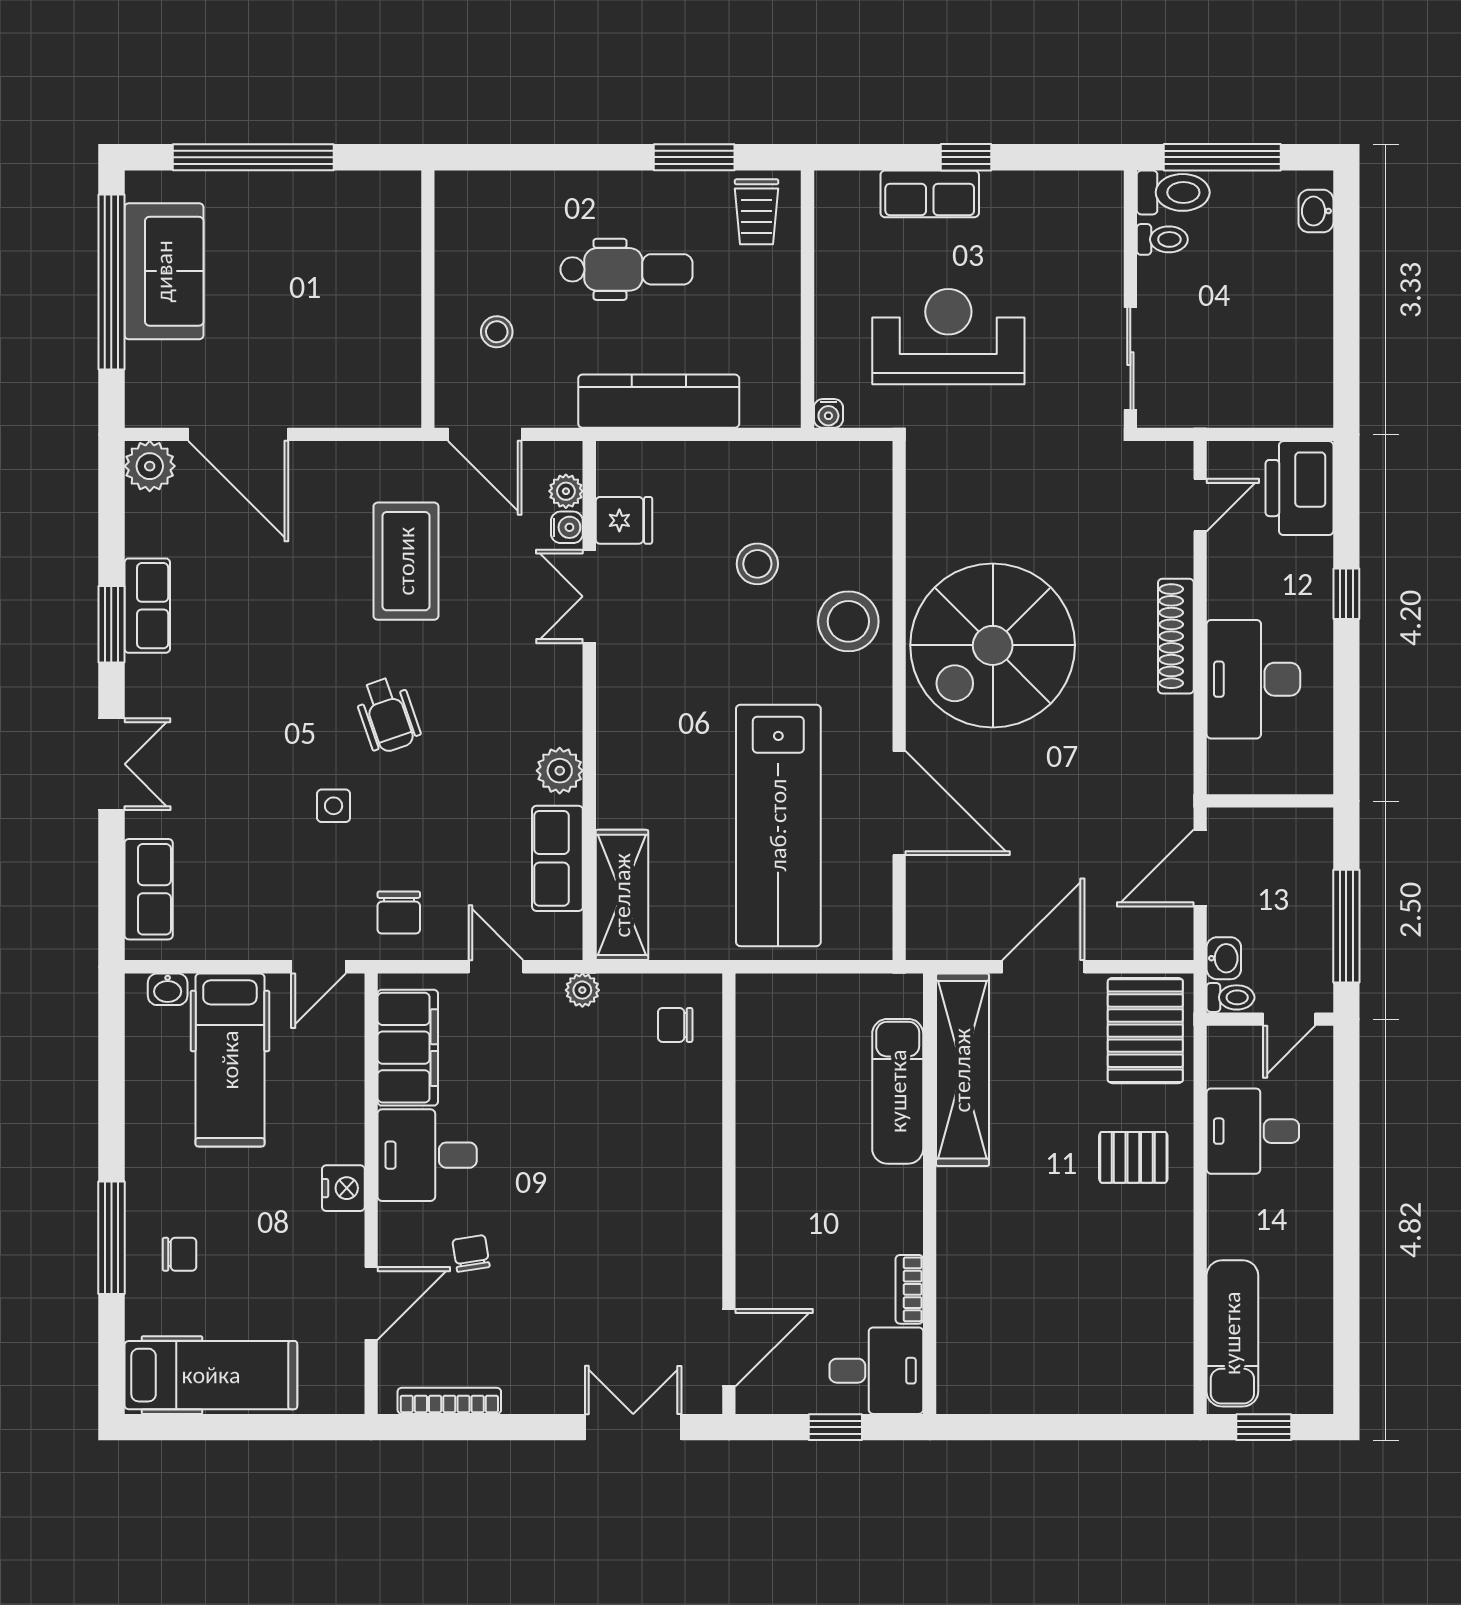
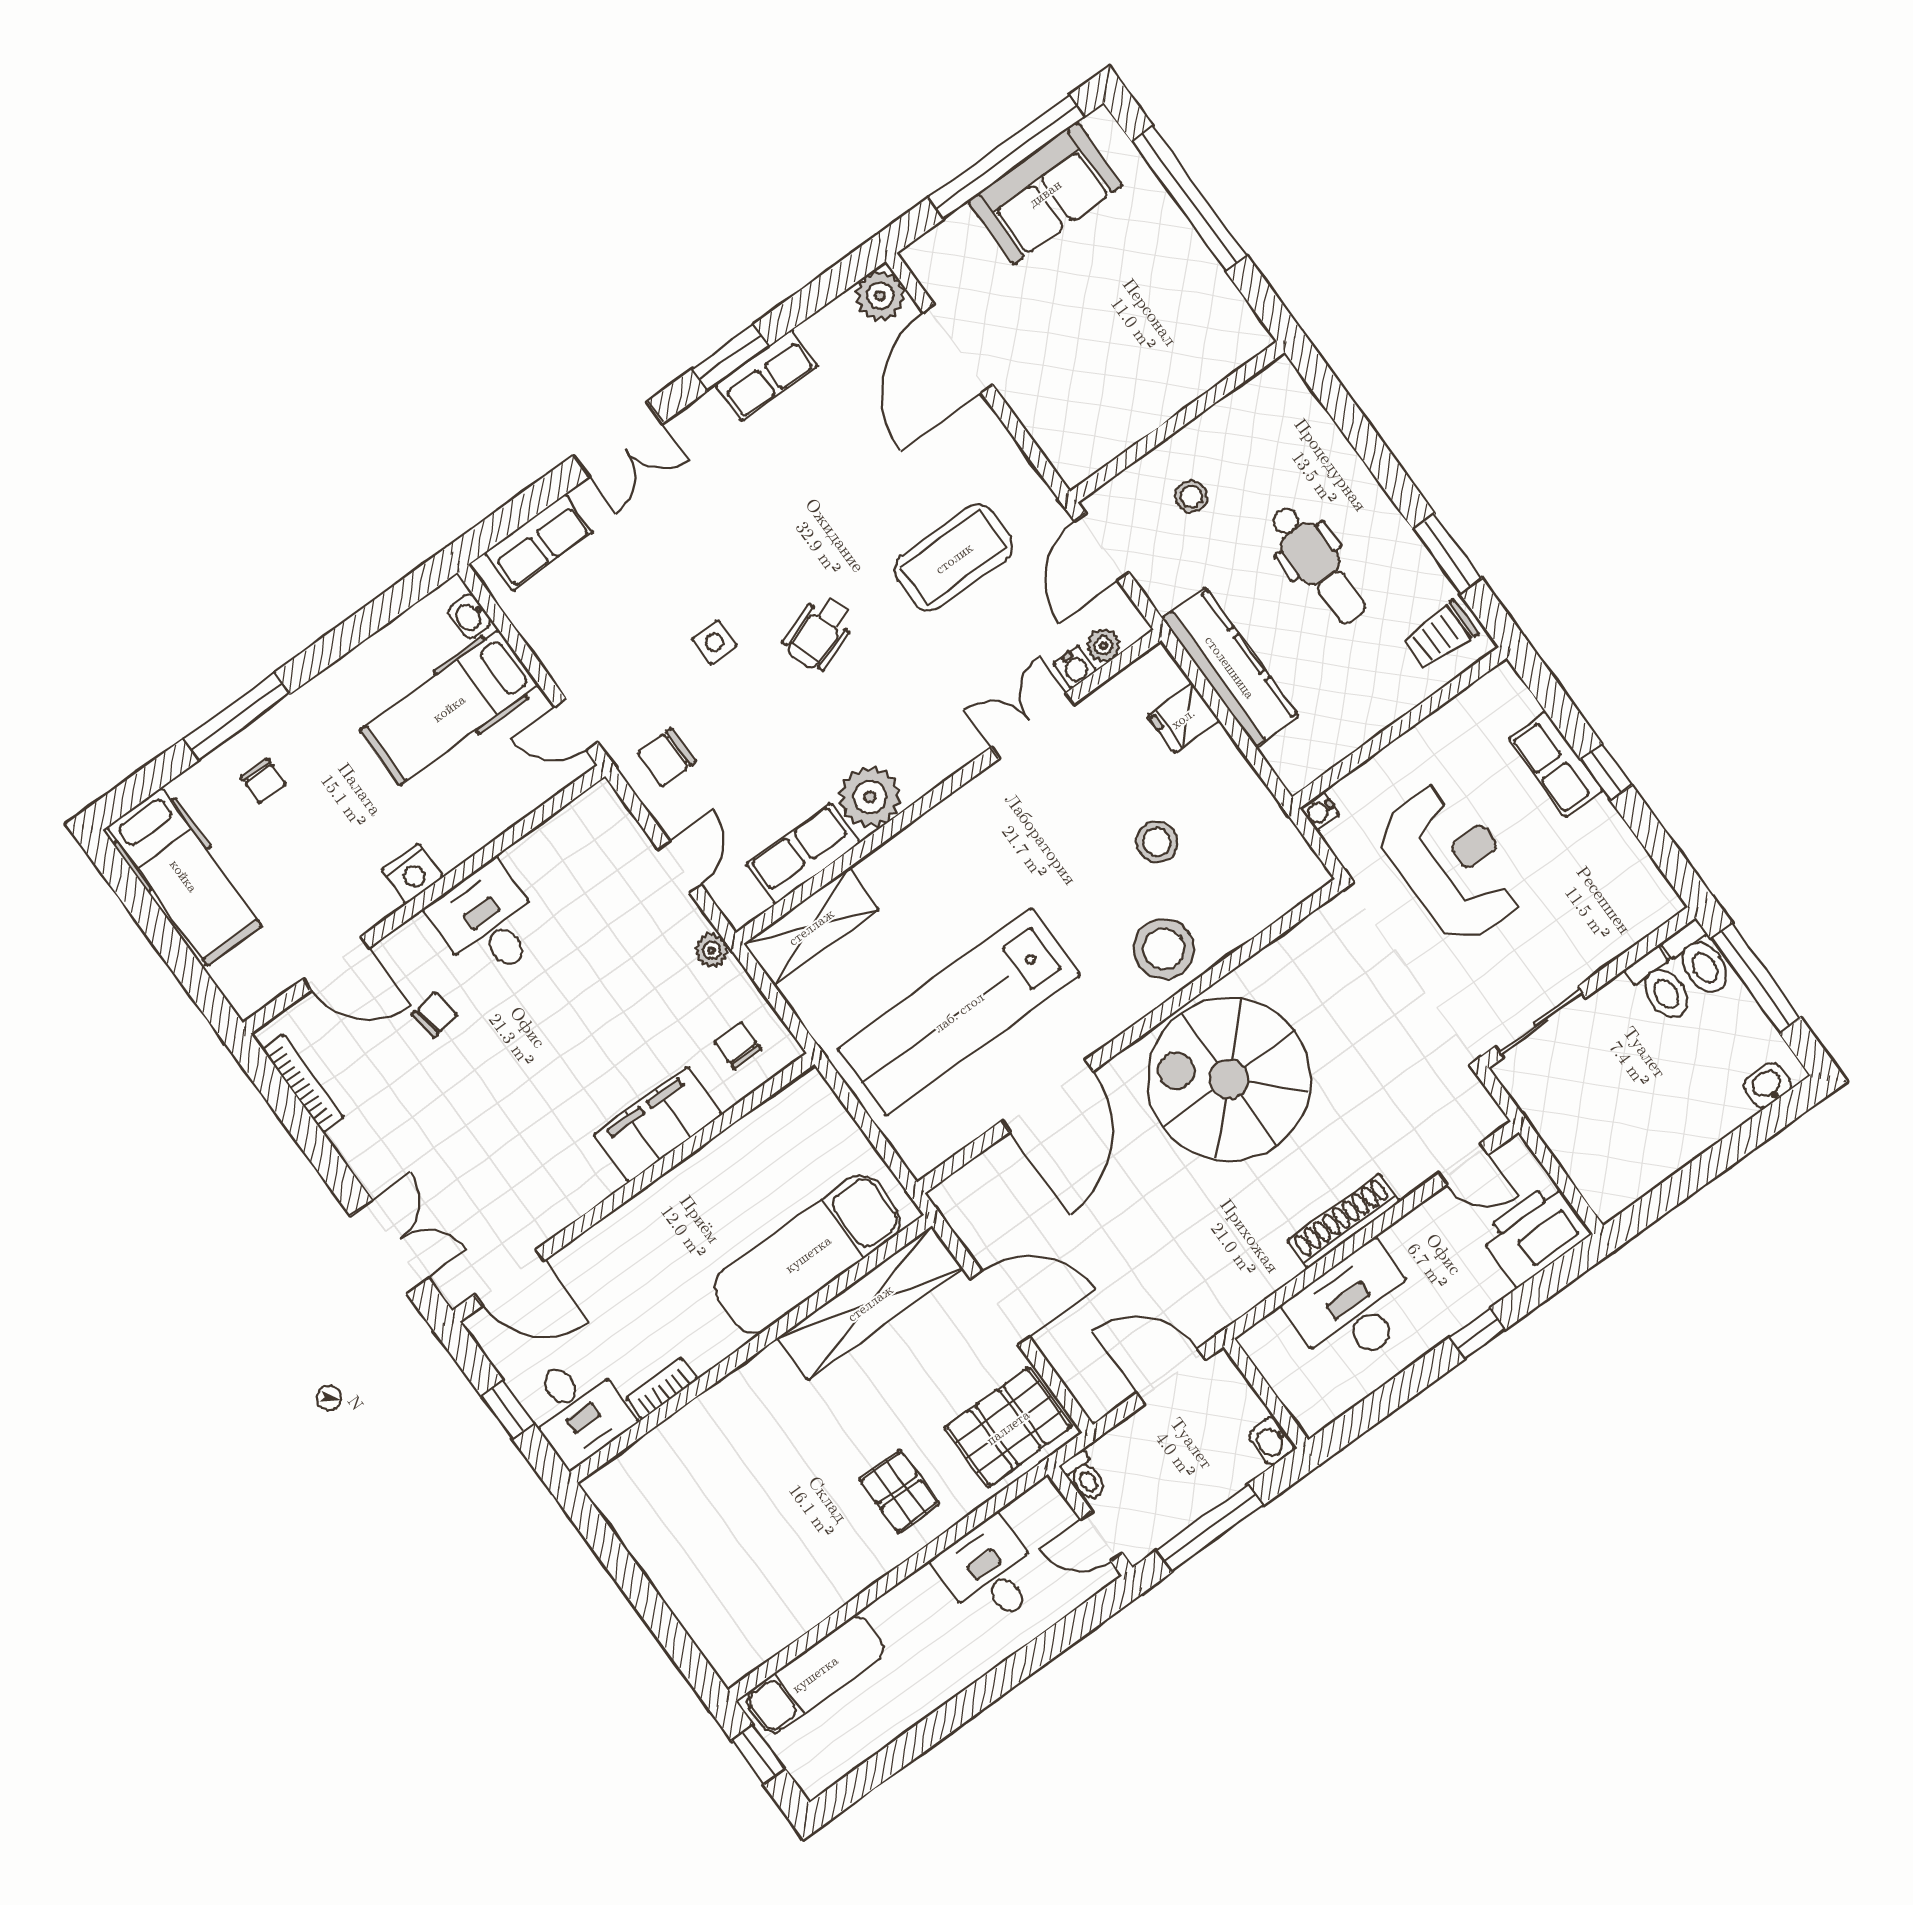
toilet: (1162, 239) -> (1661, 986), width x1.37, depth x1.39
fridge: (624, 520) -> (1183, 718), moved, turned 90
plant: (560, 771) -> (870, 797), width x1.36, depth x1.36
washbasin: (1224, 958) -> (1272, 1441), moved, turned 90
filing cabinet: (408, 1048) -> (658, 1125), moved, turned 180
exam couch: (898, 1091) -> (808, 1254), width x1.36, depth x1.45

